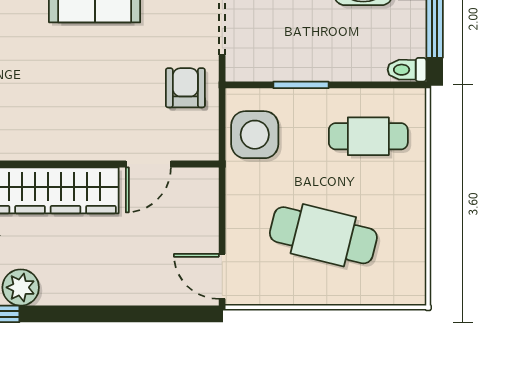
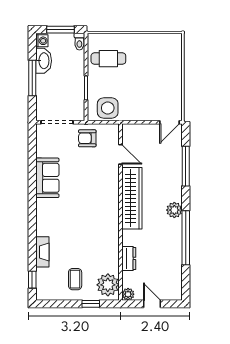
cafe table: (368, 136) -> (108, 59), turned 90
cafe table: (323, 235) -> (152, 78), removed
window: (121, 314) -> (186, 166), added

